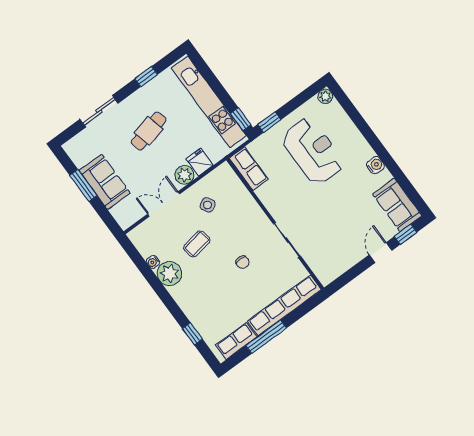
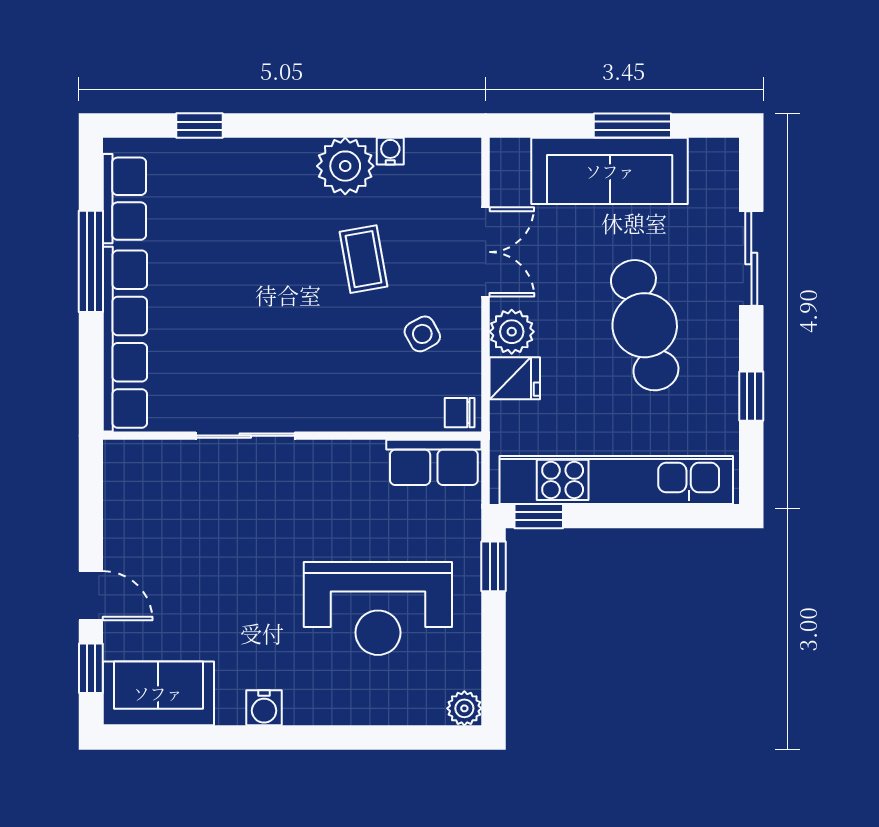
cafe table: (149, 131) -> (645, 325), width x1.37, depth x1.35
sofa: (105, 182) -> (610, 171), width x1.36
chair: (242, 262) -> (460, 413), moved

